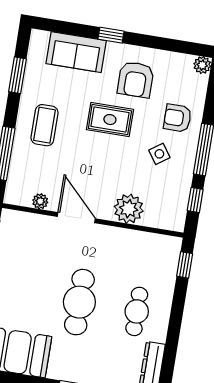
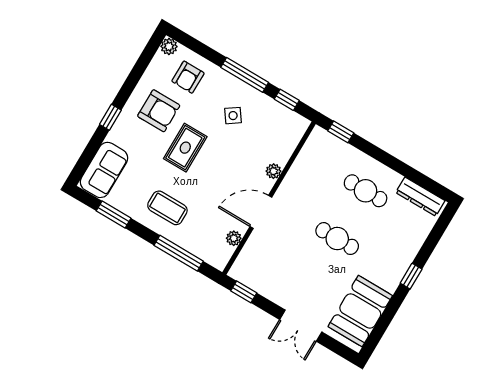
sofa: (76, 52) -> (104, 170), moved
armchair: (177, 118) -> (188, 77), moved
plant: (129, 209) -> (273, 171), width x0.53, depth x0.53
cafe table: (79, 302) -> (337, 239), width x0.73, depth x0.74

